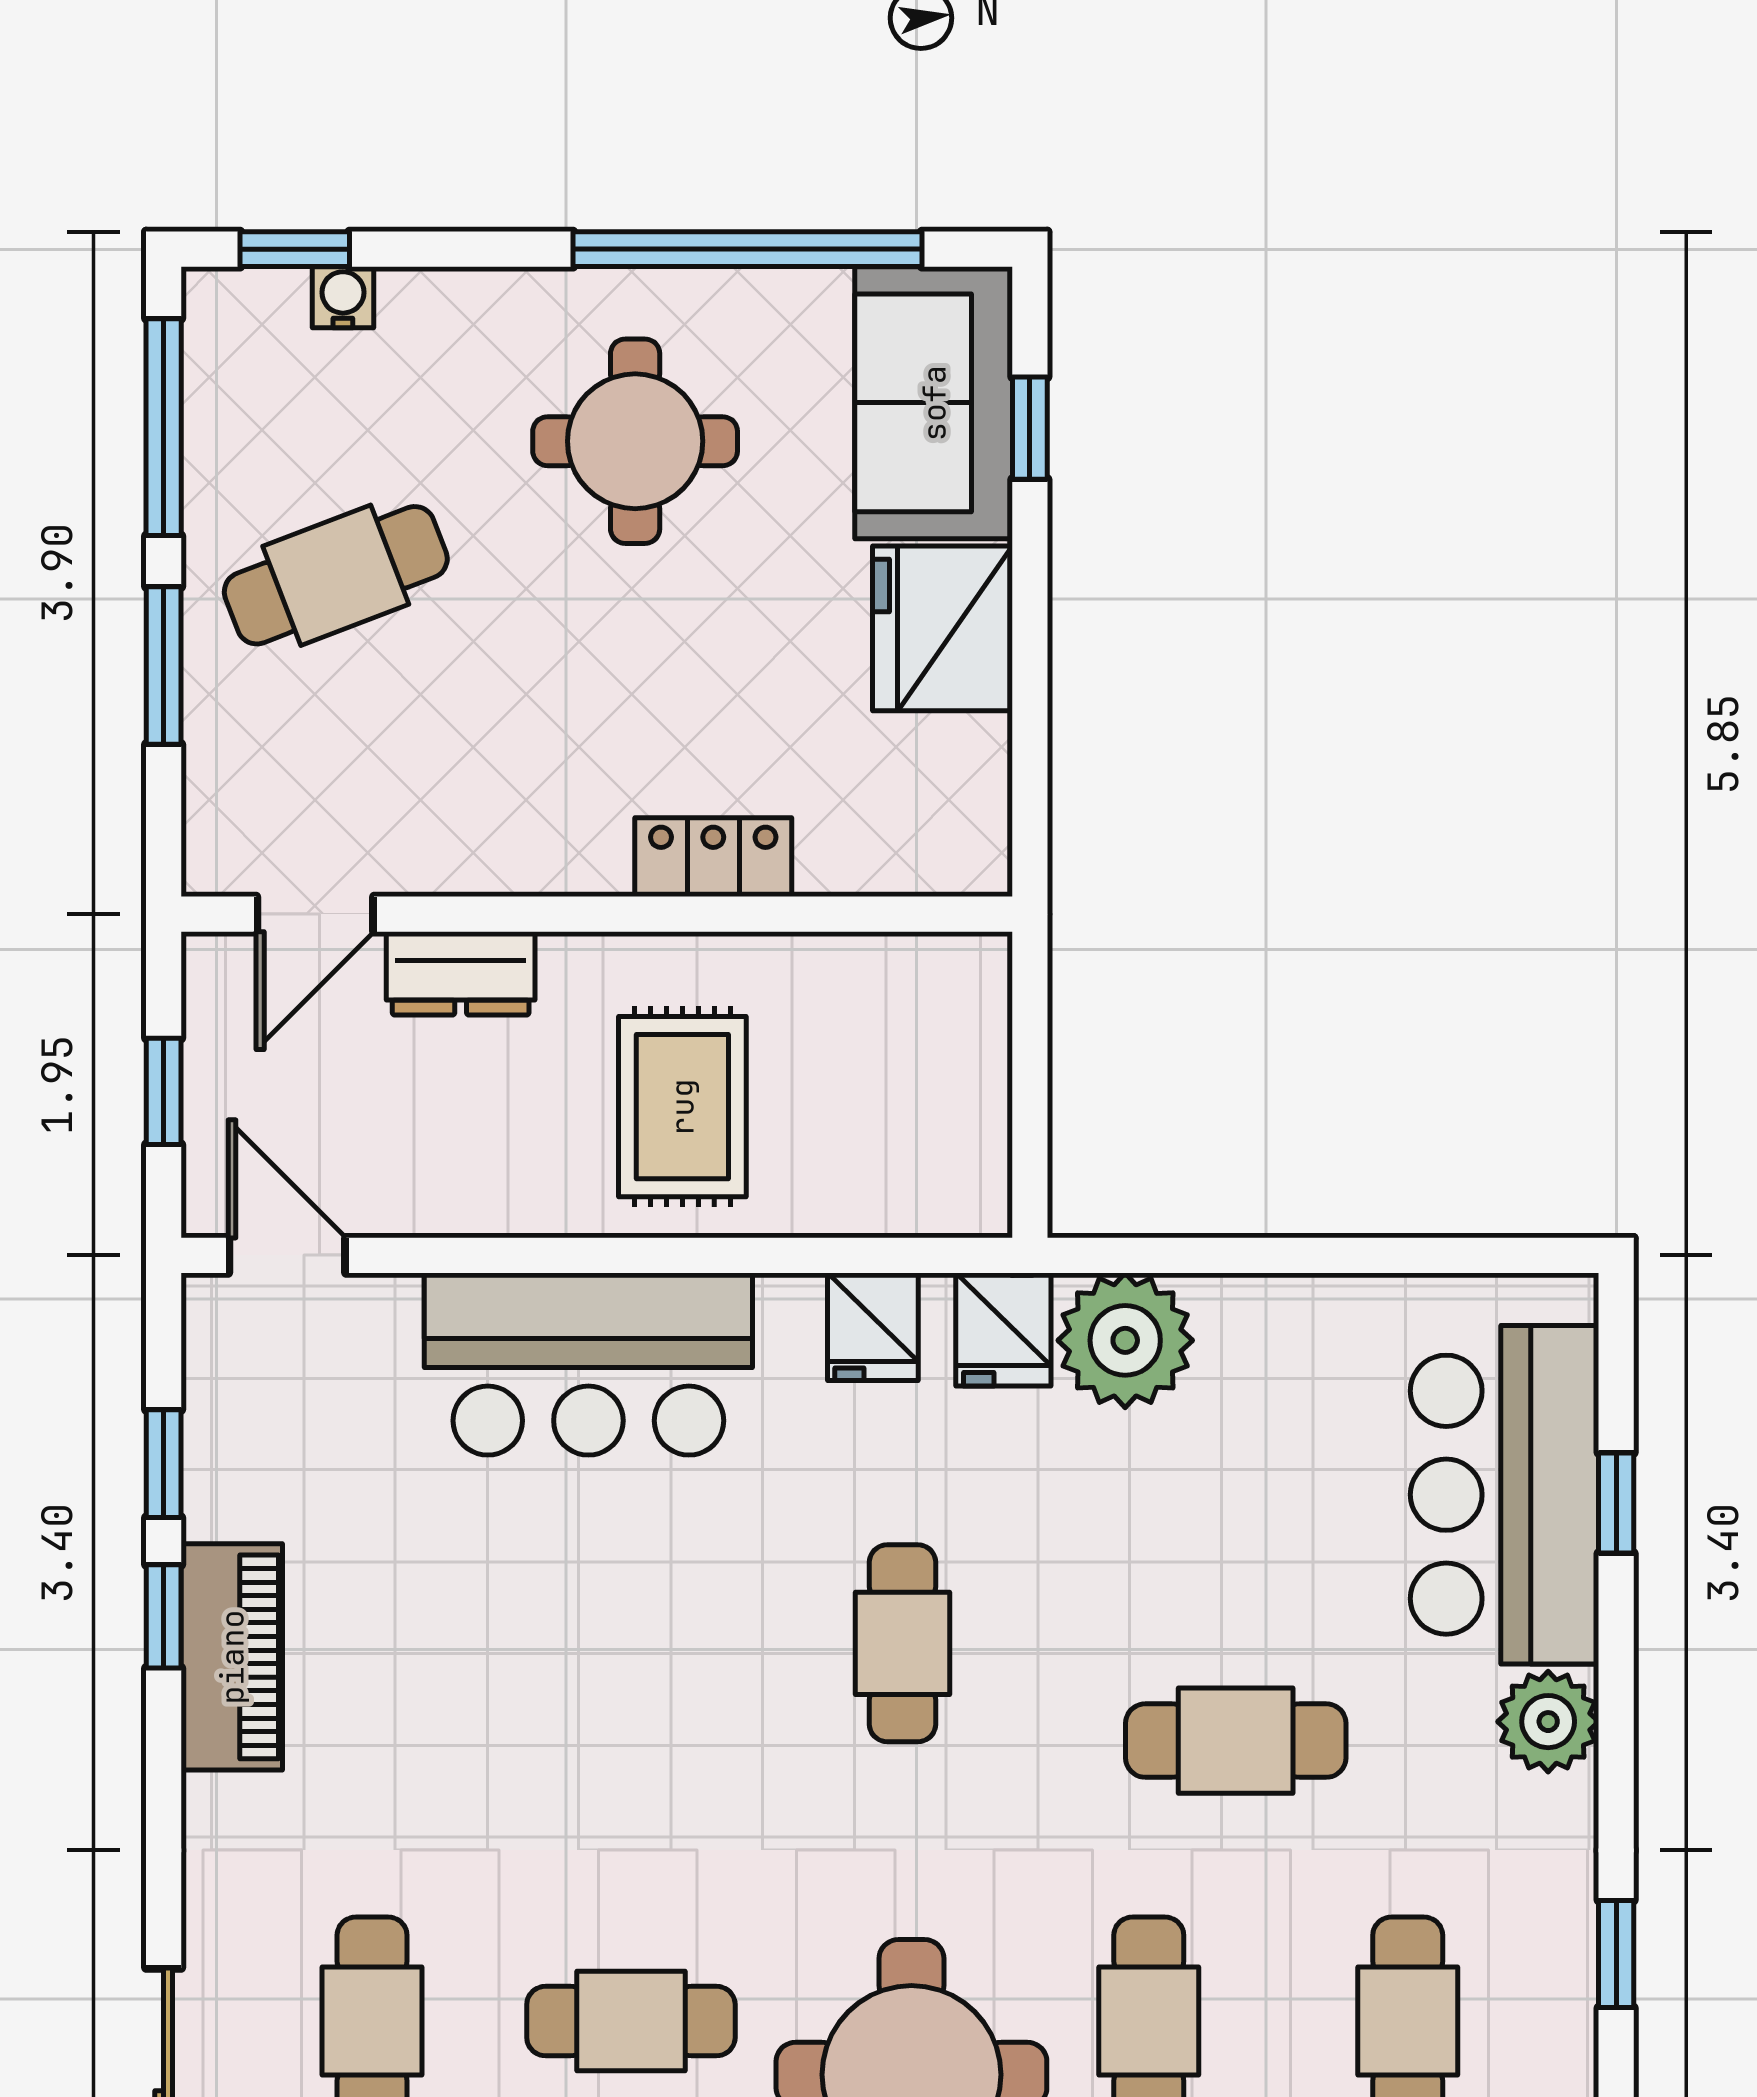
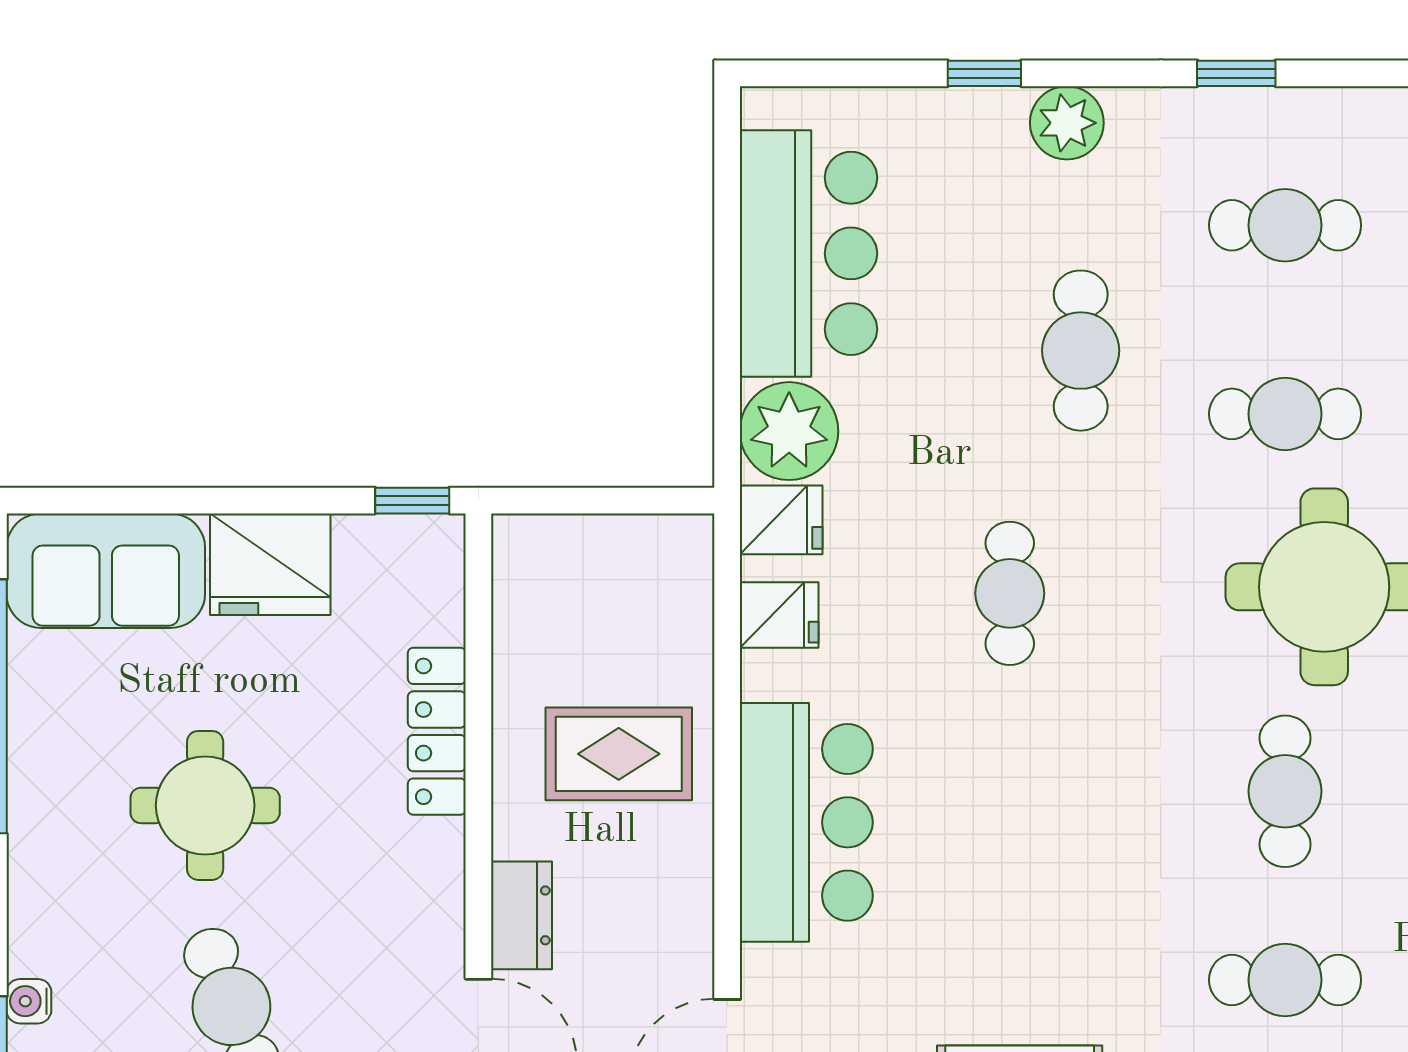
window: (1030, 428) -> (412, 501), moved
round table: (635, 441) -> (205, 805), moved
locker: (713, 857) -> (437, 731), width x1.53
bar counter: (1505, 1495) -> (808, 253), moved, turned -90
window: (1616, 1503) -> (984, 73), moved
cafe table: (903, 1643) -> (1010, 593), turned 90

